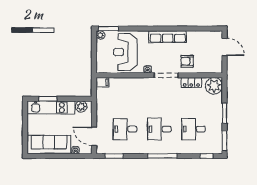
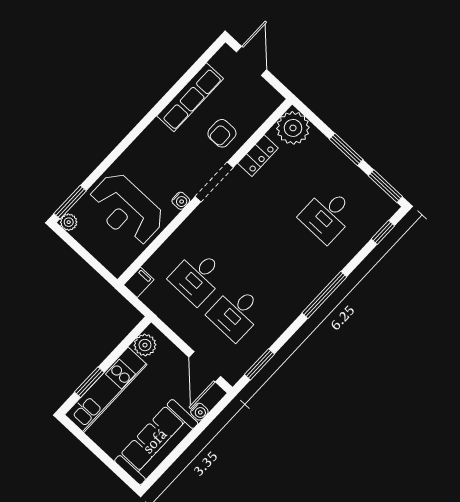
row of seats: (168, 37) -> (190, 97), moved
door: (225, 47) -> (251, 61), hinge flipped
desk: (159, 129) -> (197, 277), moved
door: (94, 136) -> (205, 367), hinge flipped

